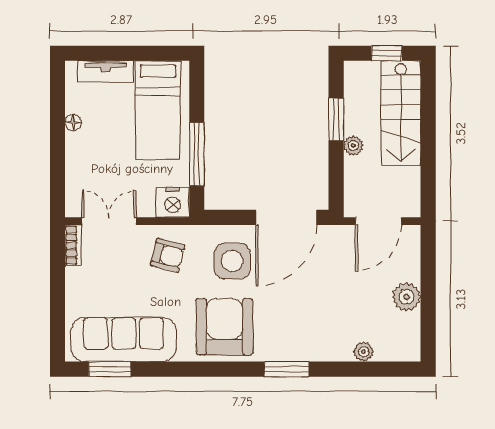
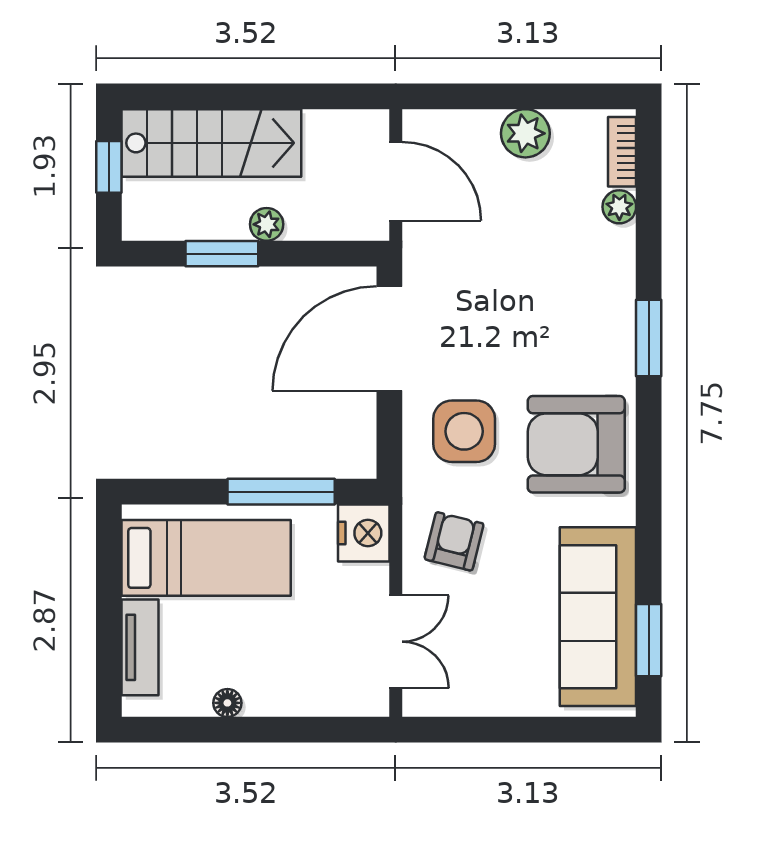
door: (286, 217) -> (389, 339), swing flipped
double door: (109, 221) -> (396, 642), swing flipped
bookcase: (73, 245) -> (622, 152), moved, turned -90

